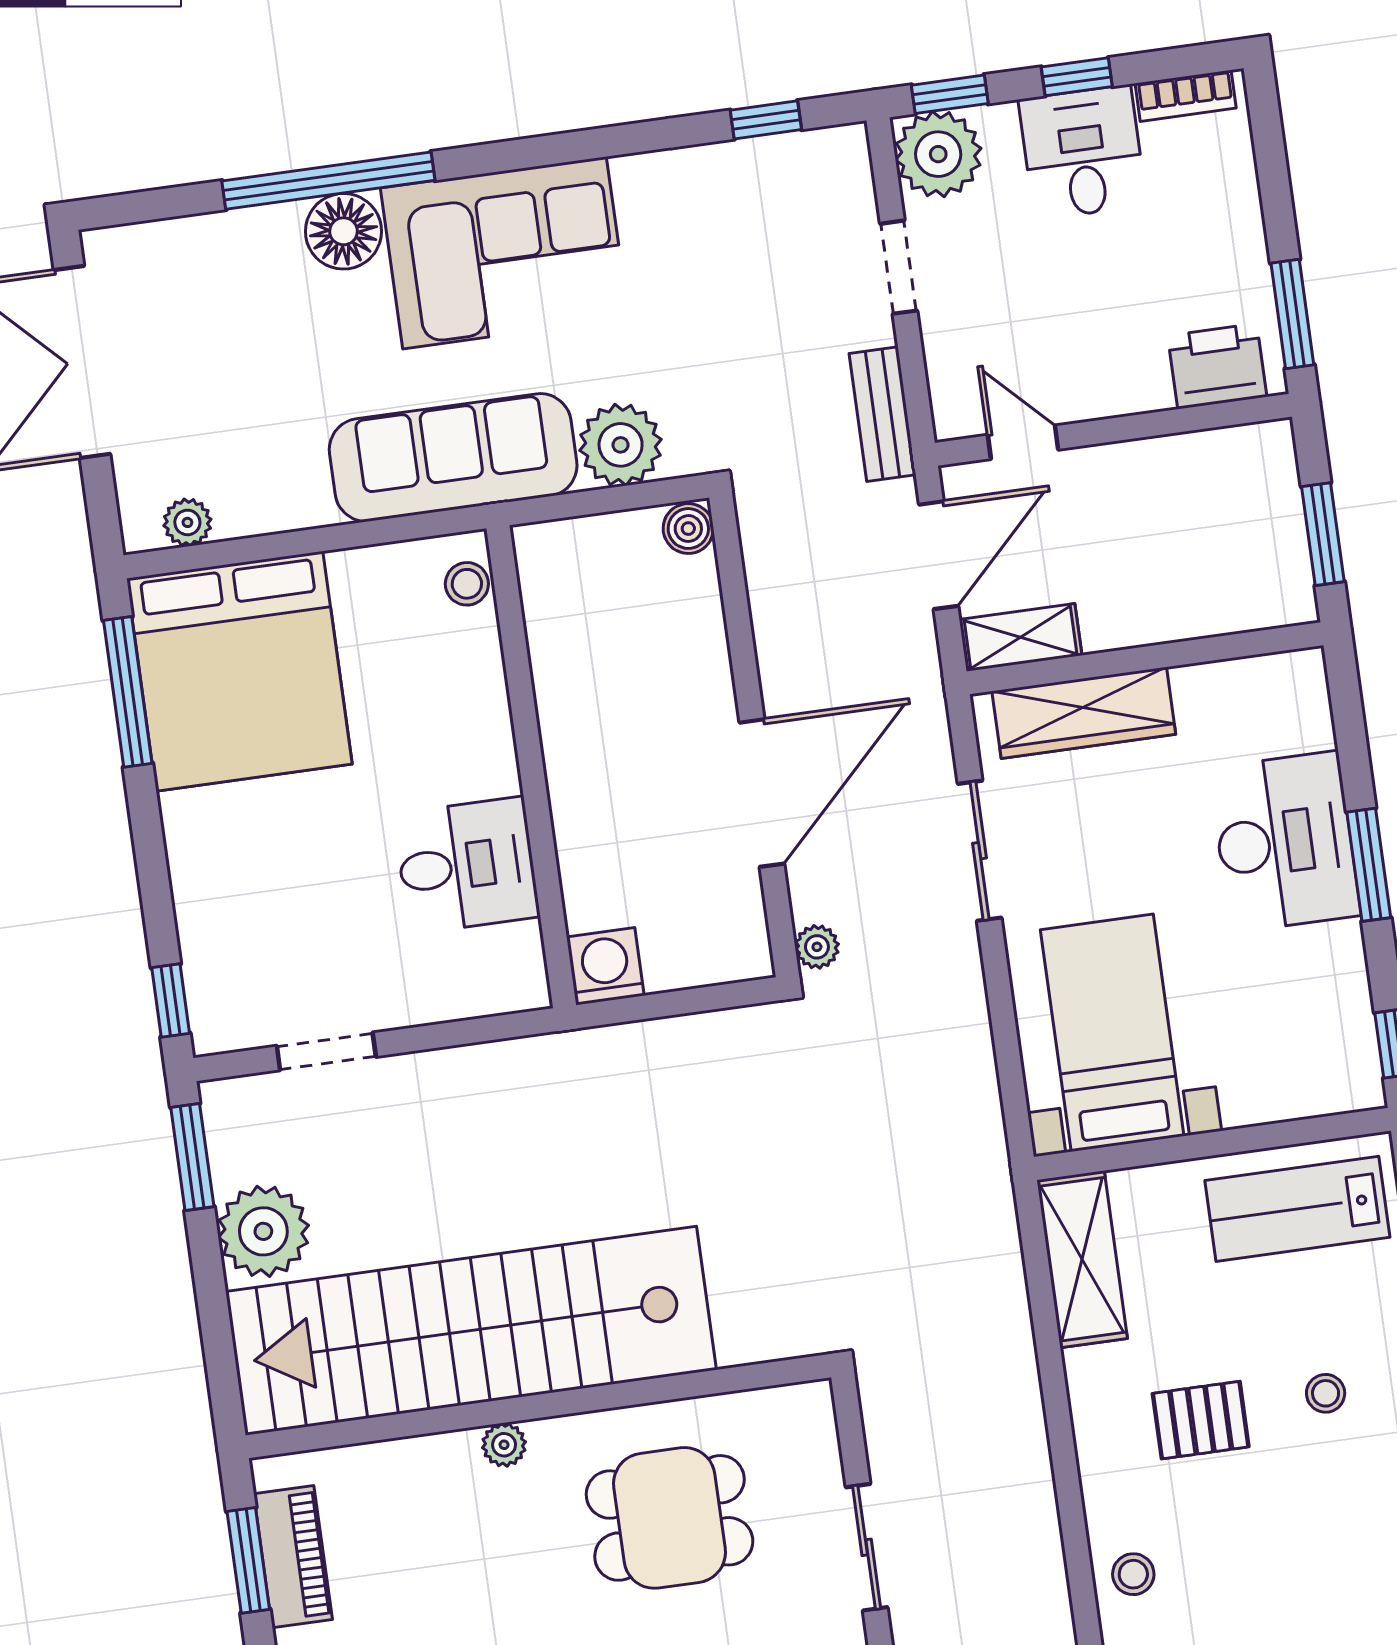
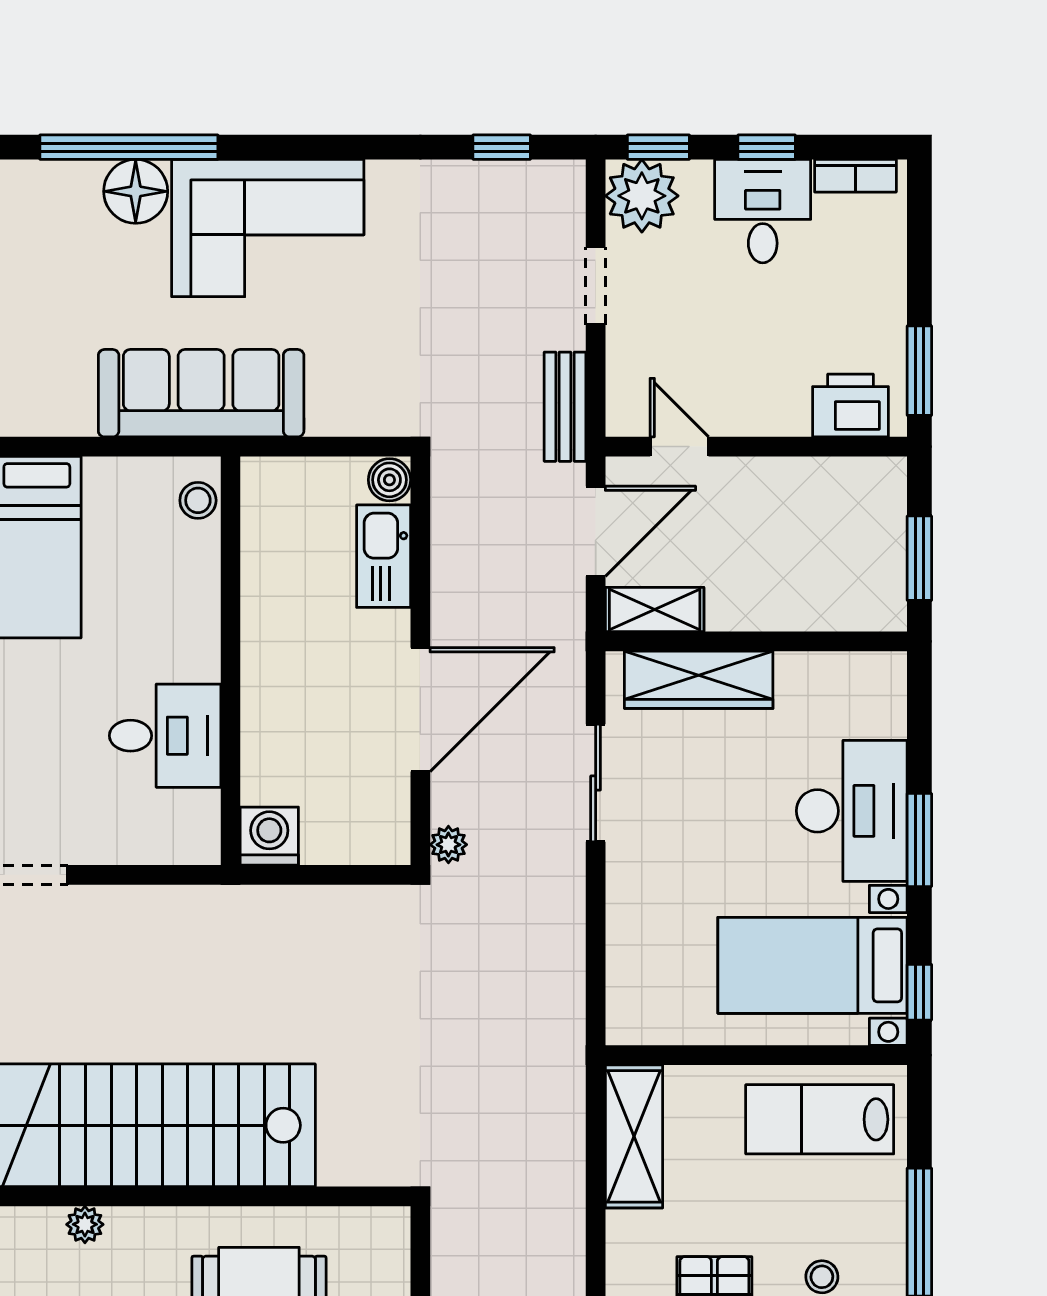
plant: (621, 445) -> (343, 402), removed
kitchen sink: (694, 619) -> (384, 556), added
bed with nightstands: (1112, 1033) -> (812, 965), moved, turned -90
plant: (504, 1445) -> (85, 1224), moved

